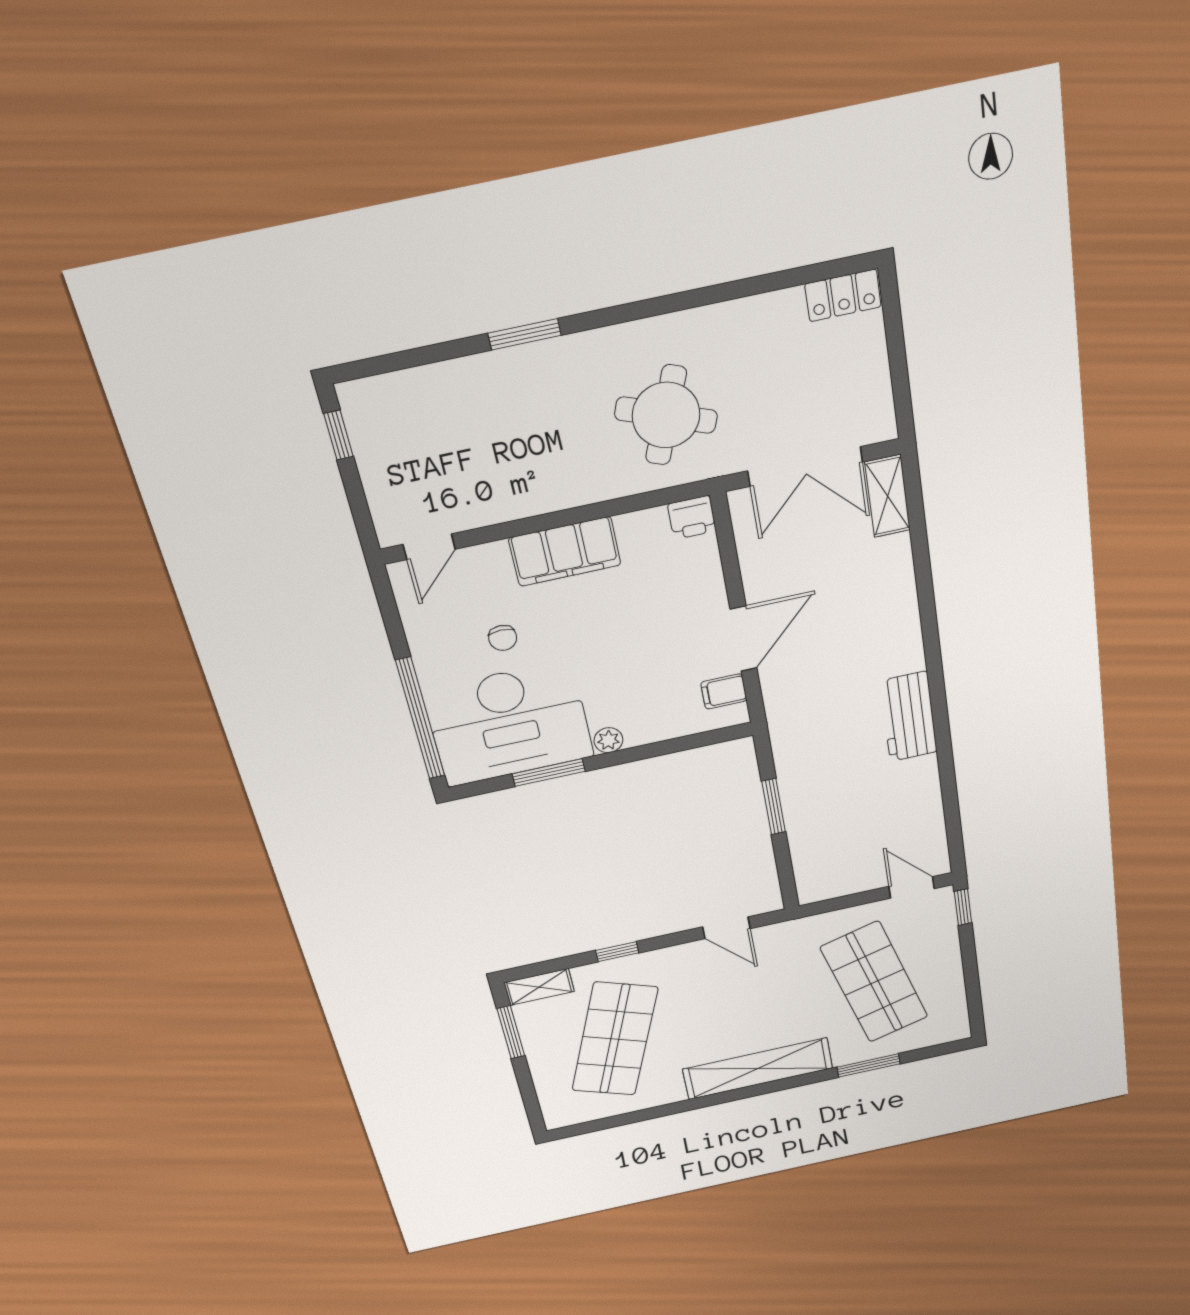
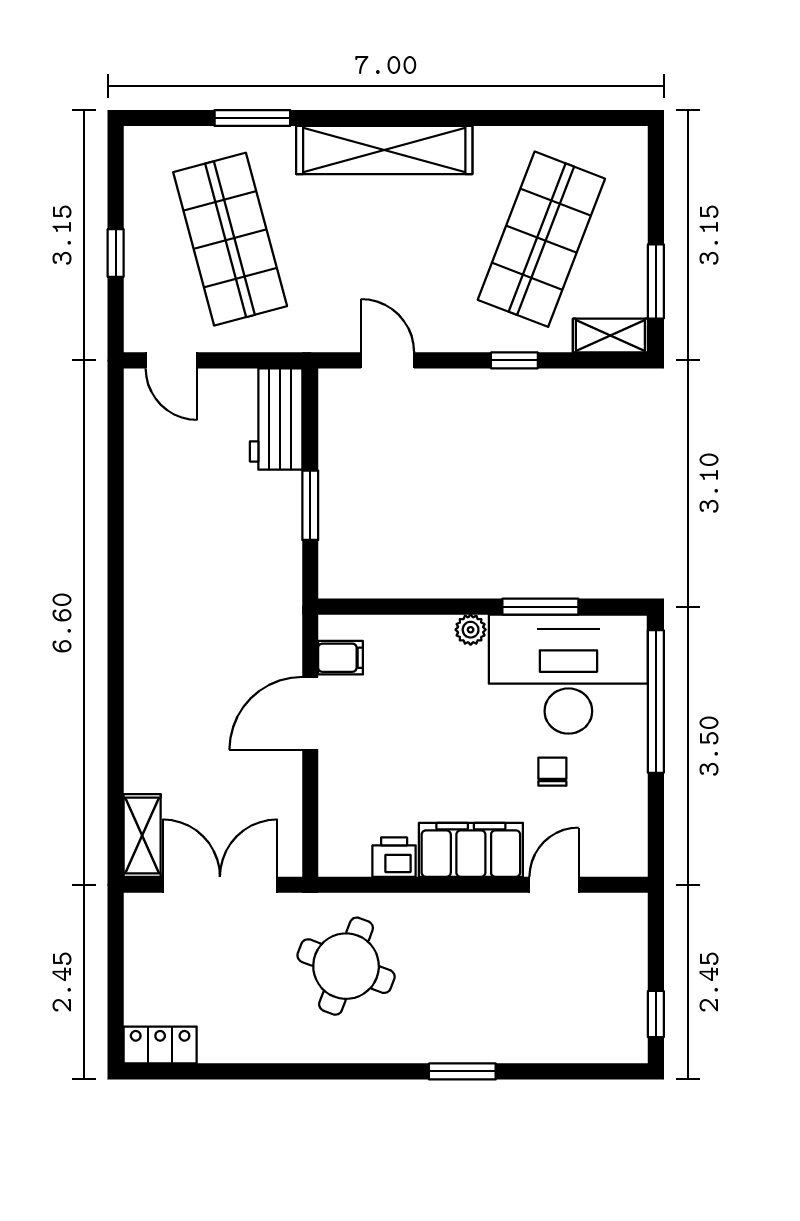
printer: (692, 517) -> (394, 857), moved
door: (429, 547) -> (554, 885), moved
workbench: (909, 717) -> (276, 419), moved, turned 180
window: (963, 907) -> (116, 253), moved

